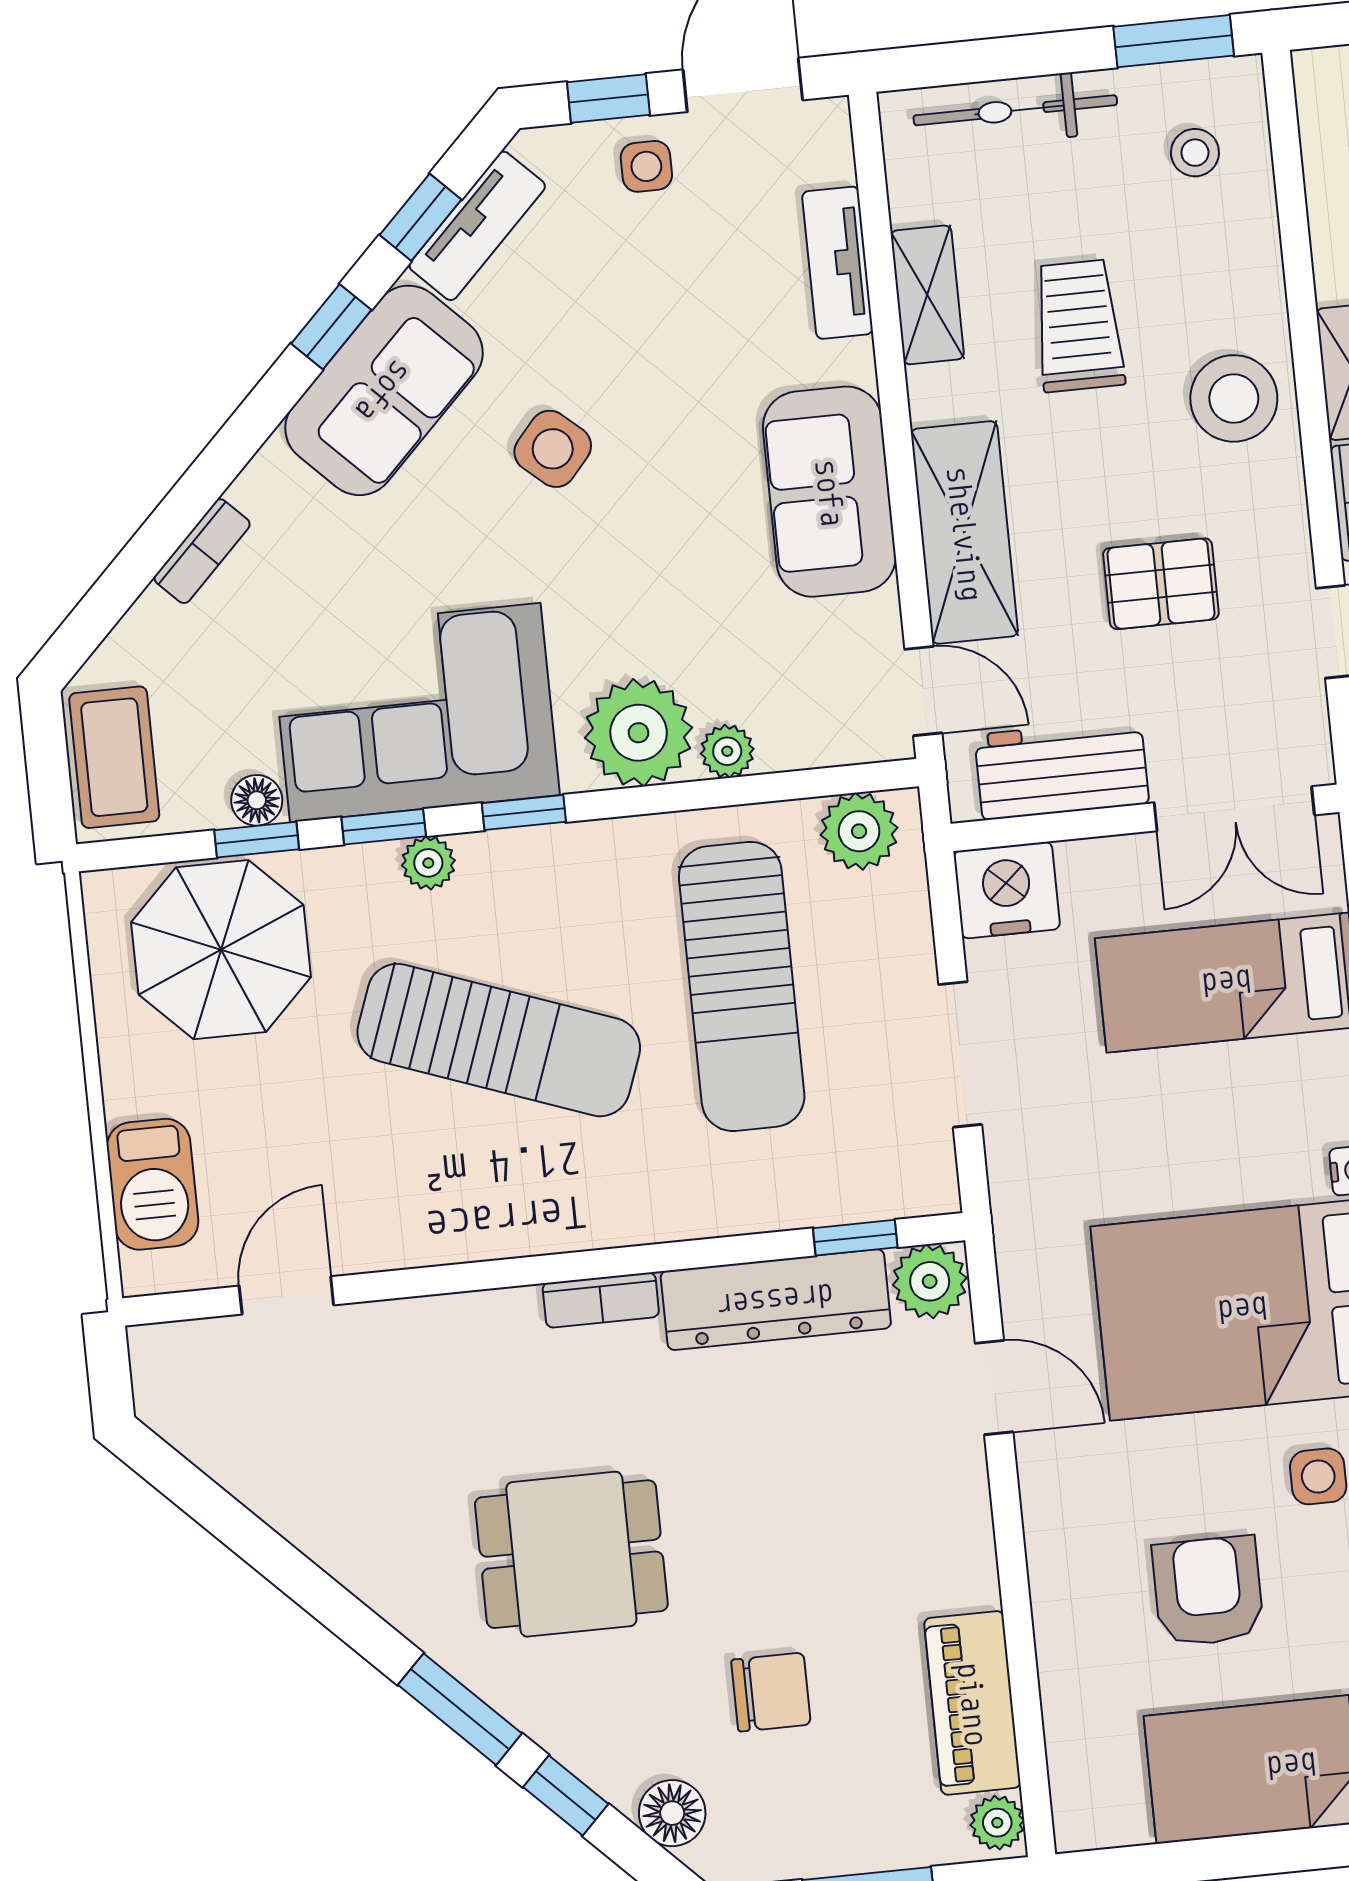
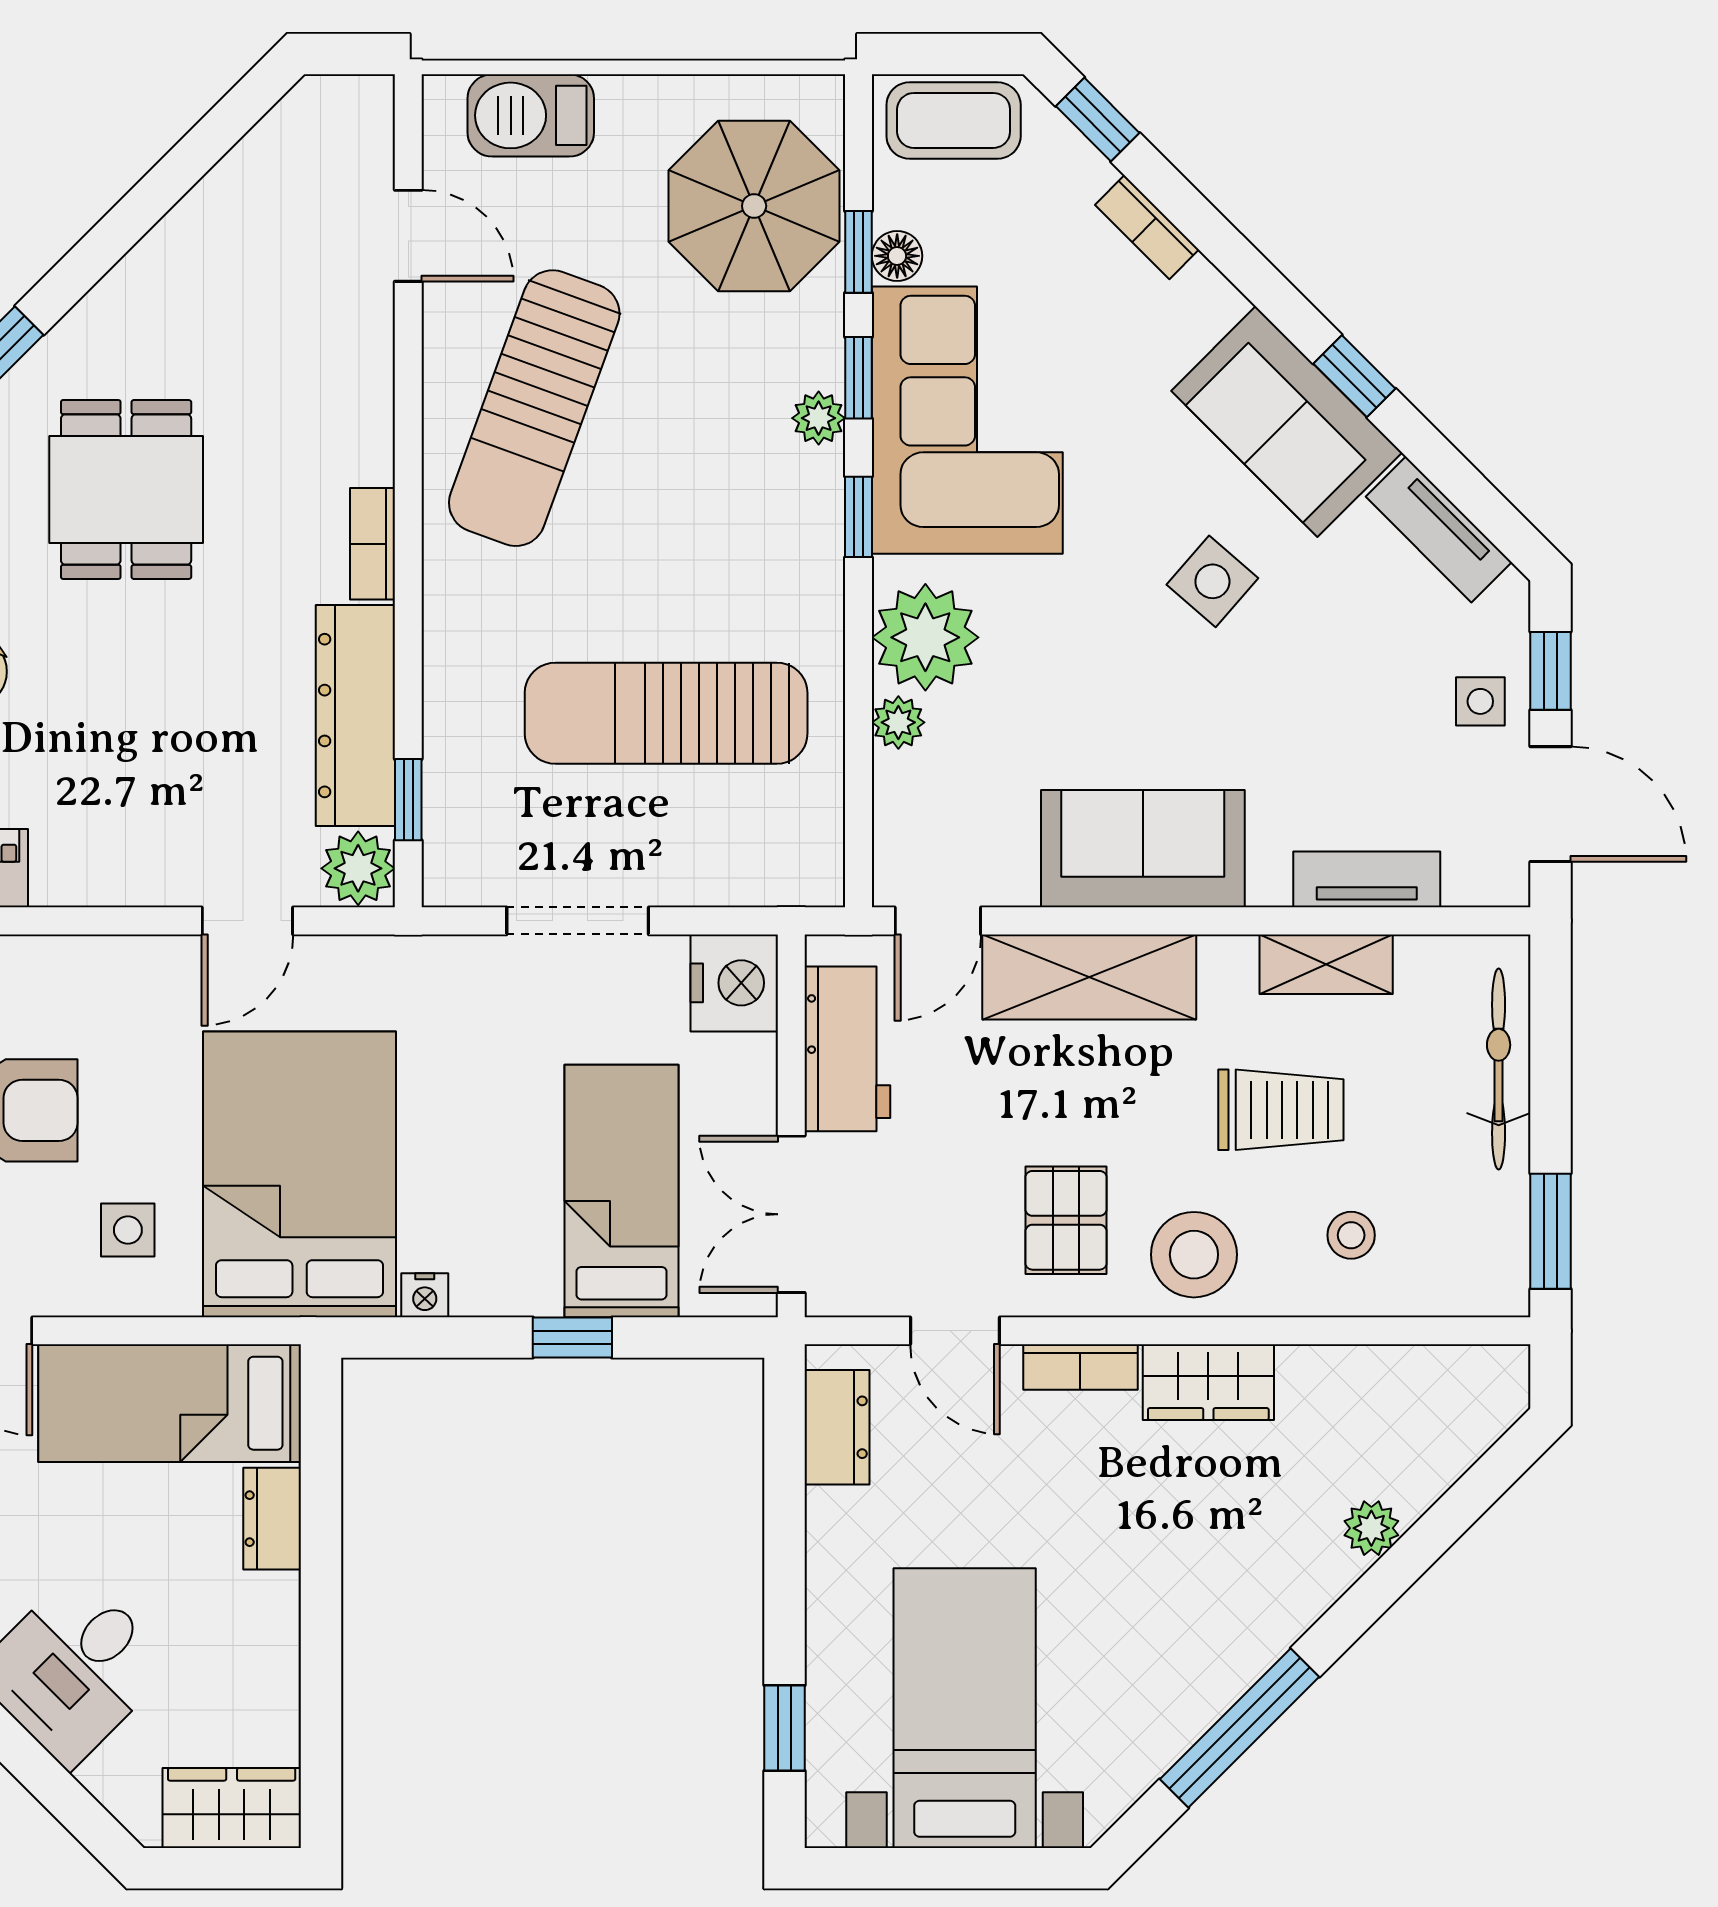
stool: (1195, 153) -> (1351, 1235), moved
window: (420, 217) -> (1098, 119), moved
pallet: (1161, 584) -> (1066, 1220), moved
plant: (859, 831) -> (807, 844), removed
sun lounger: (499, 1040) -> (534, 408), moved

